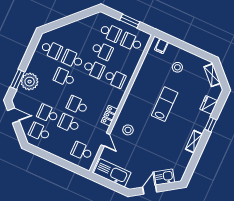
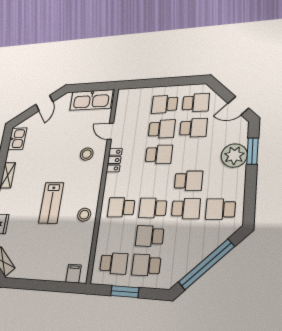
window: (73, 18) -> (206, 264), added
stool: (177, 67) -> (84, 215), moved
school desk: (82, 151) -> (165, 104), moved, turned 180
kitchen sink: (164, 177) -> (17, 139), moved, turned -56

